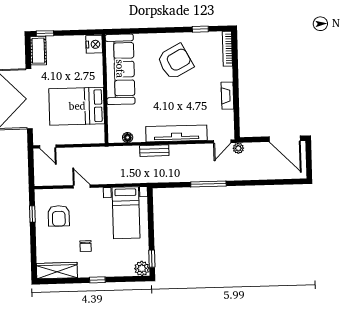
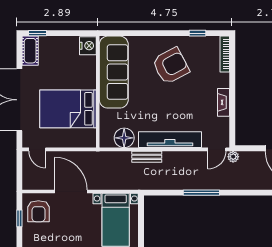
floor lamp: (128, 137) -> (124, 138), width x1.89, depth x1.89
door: (82, 186) -> (71, 192), width x1.88
armchair: (59, 216) -> (38, 211), moved

